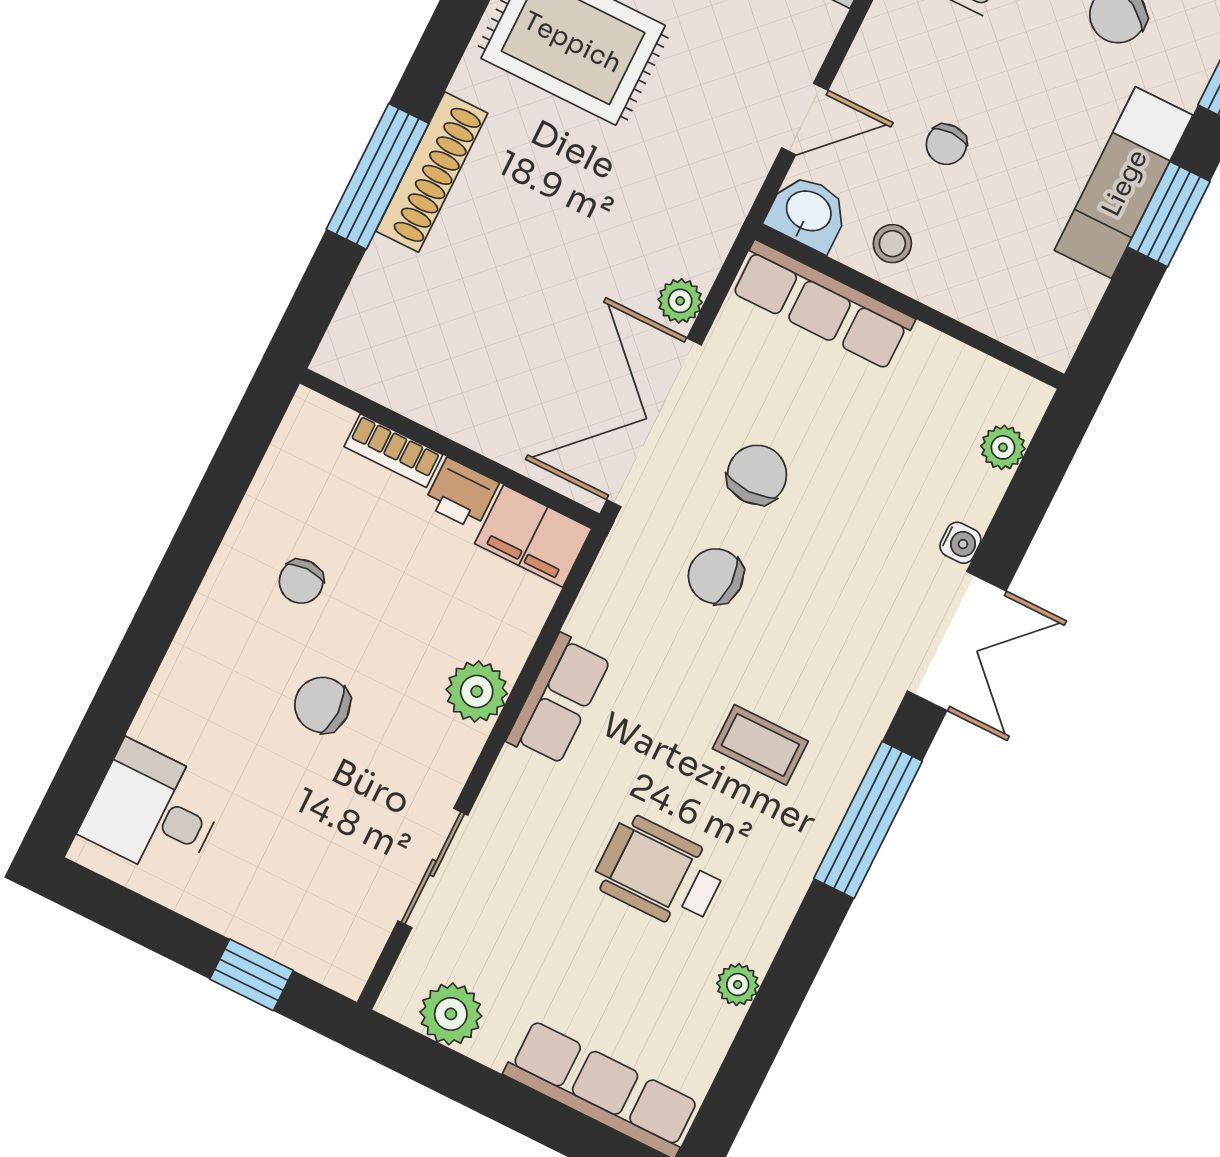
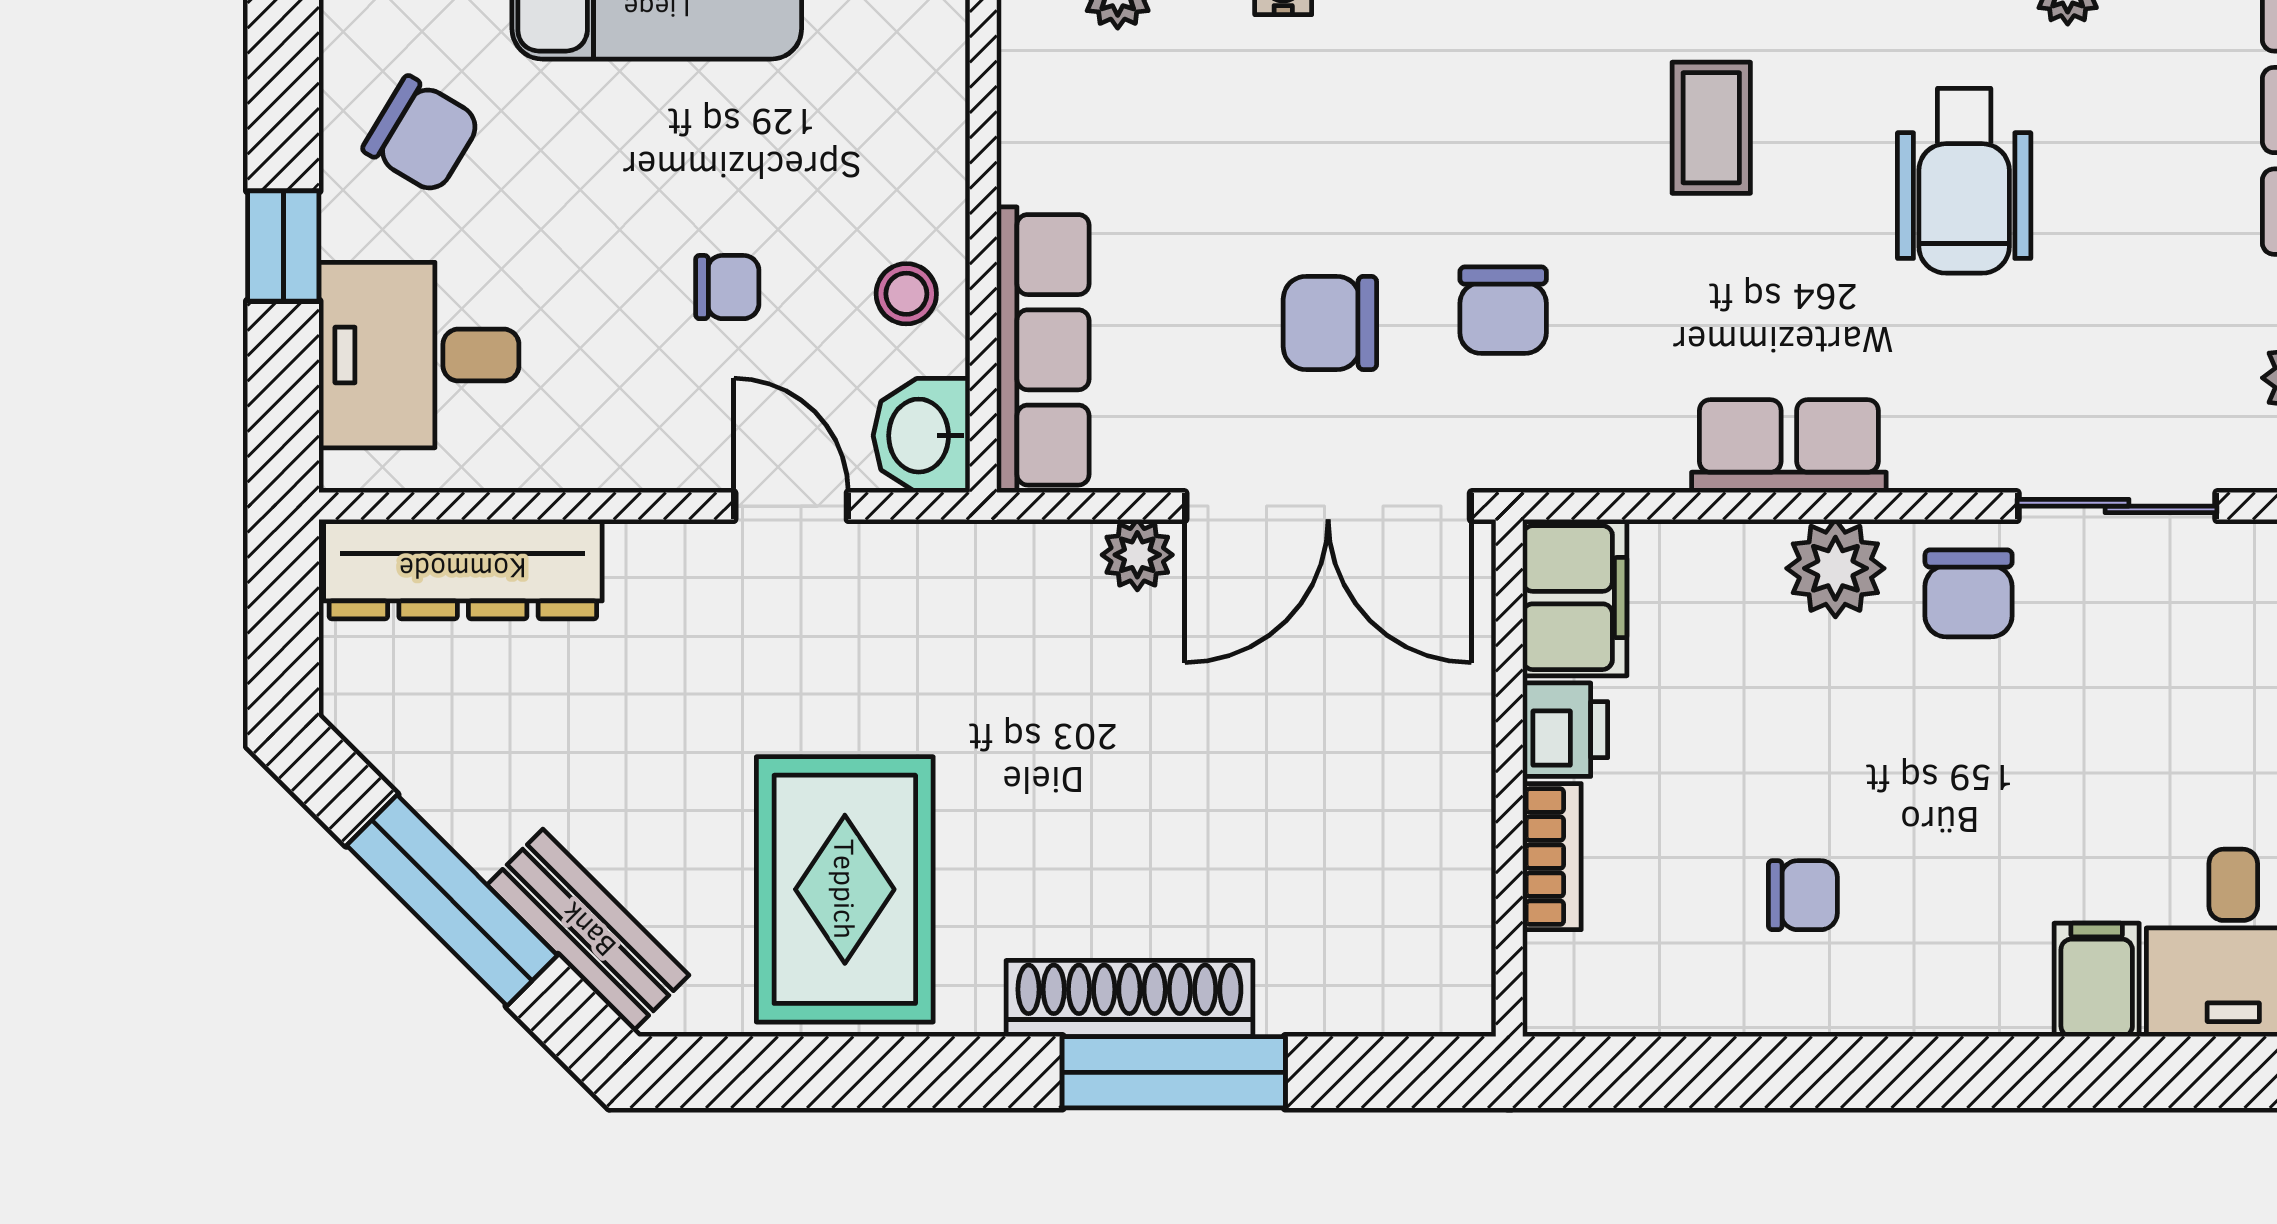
chair: (322, 705) -> (1969, 593), moved
filing cabinet: (171, 724) -> (2097, 980), added

